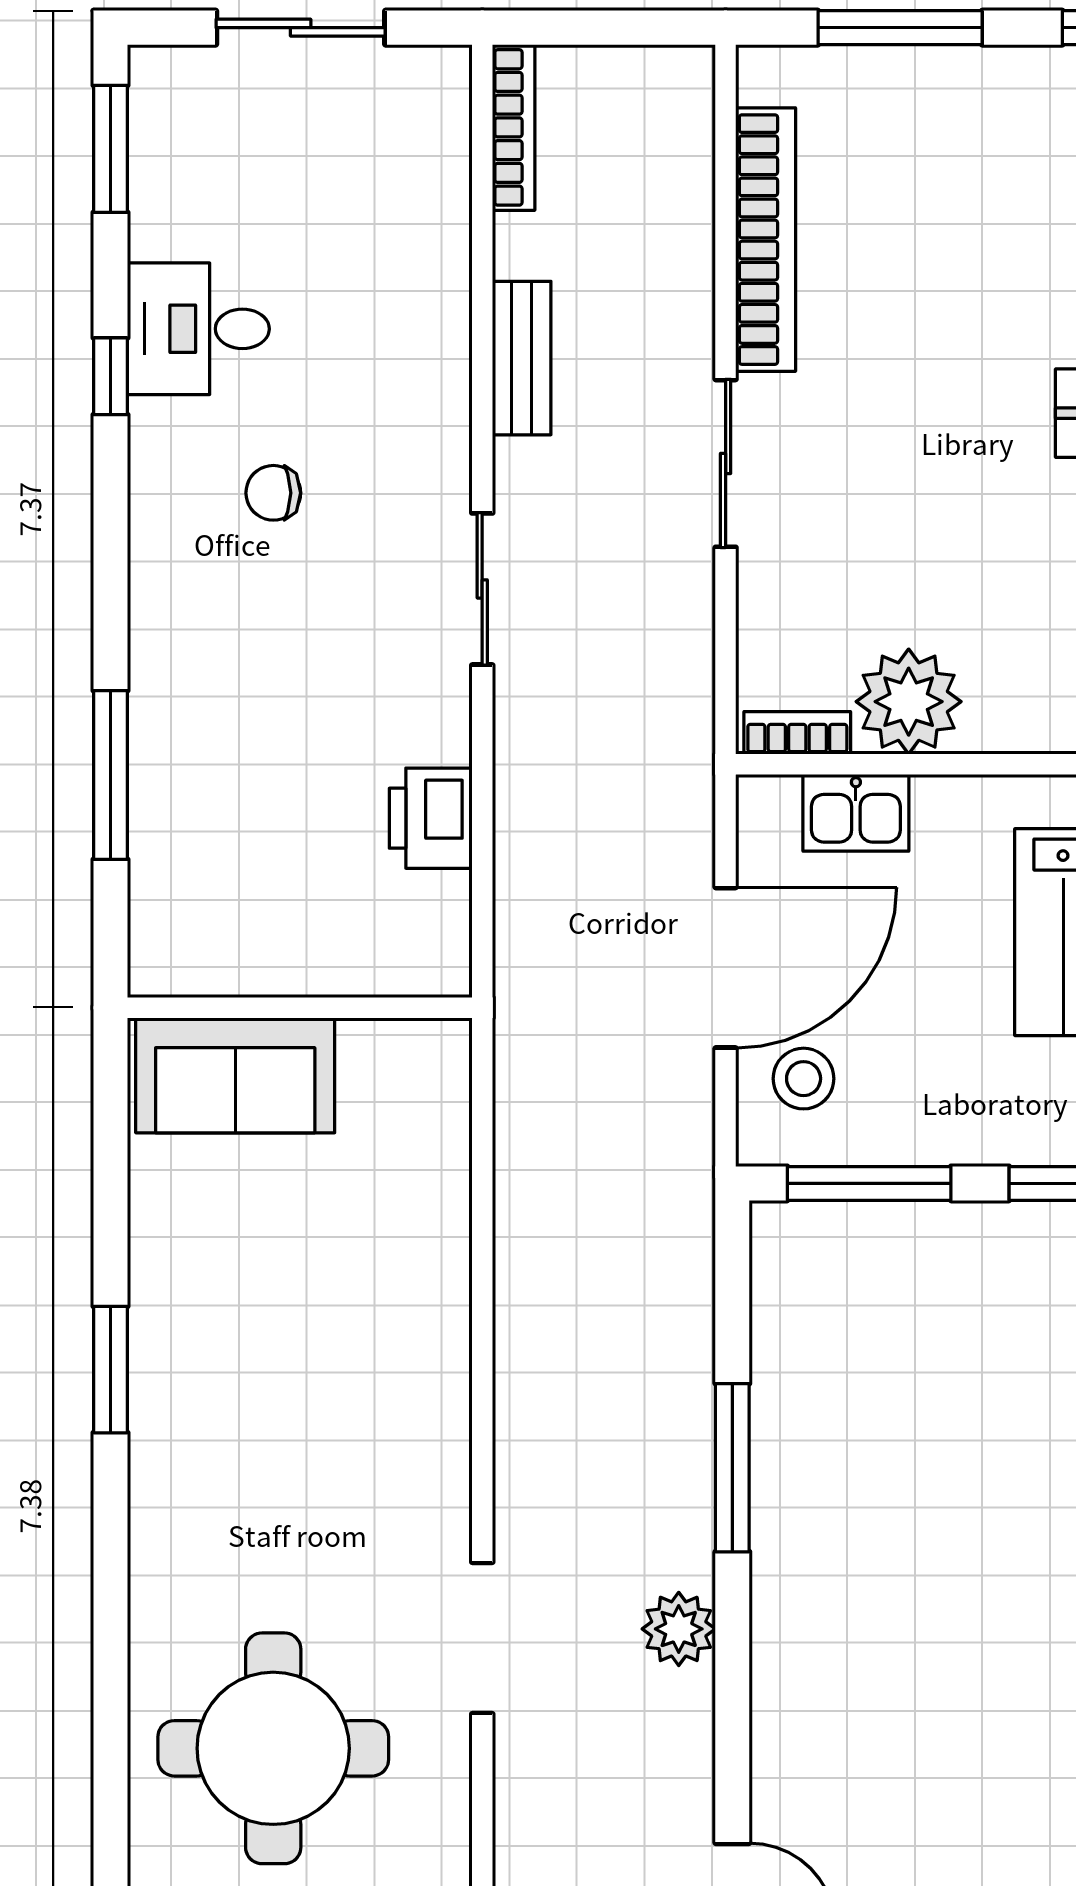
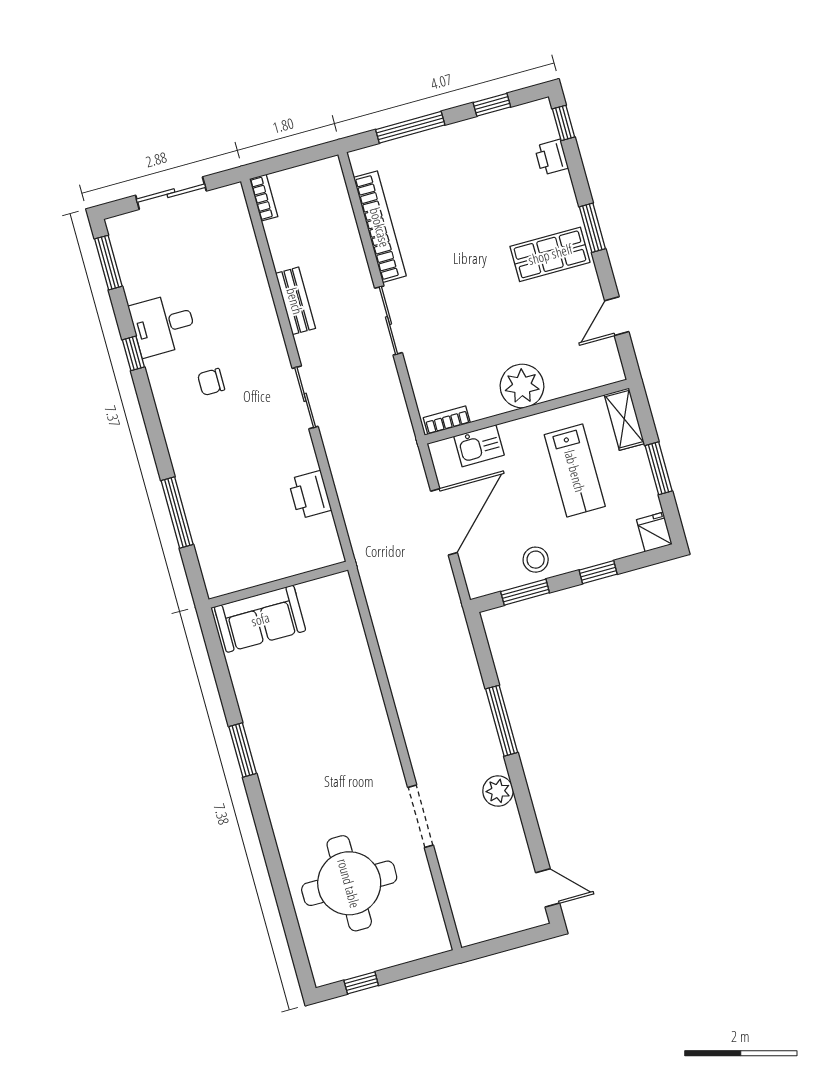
bookcase: (514, 127) -> (264, 198), width x0.64
plant: (909, 702) -> (522, 386), moved
stool: (804, 1079) -> (536, 560), moved
window: (869, 1183) -> (525, 592), width x0.69

